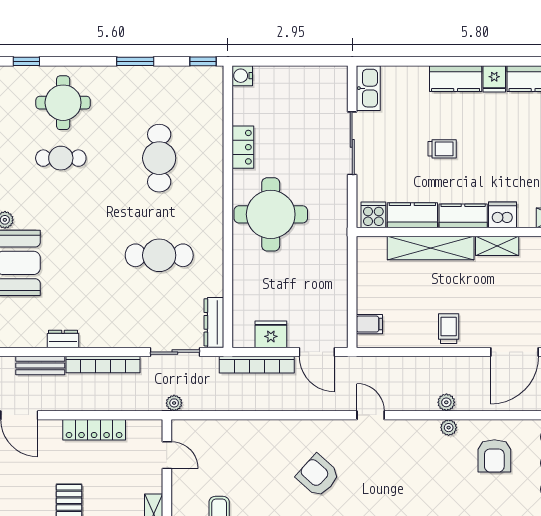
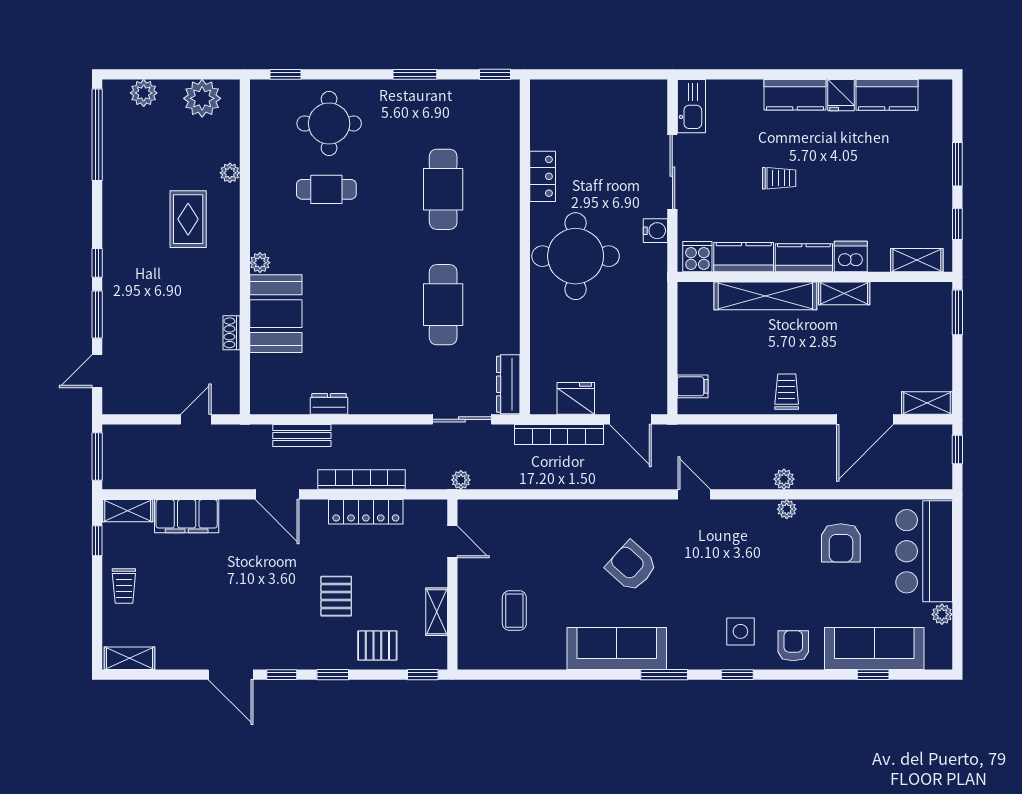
water cooler: (242, 76) -> (655, 231), moved, turned 180
cafe table: (159, 255) -> (443, 305), turned 90
bookcase: (103, 365) -> (361, 480), moved, turned 180

